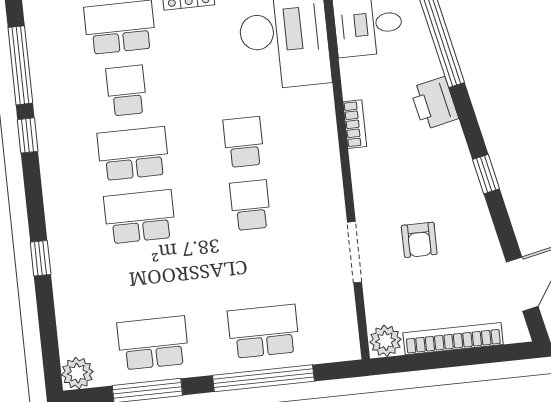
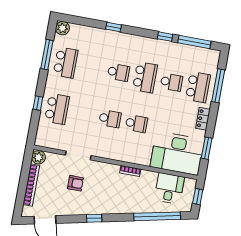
printer: (434, 103) -> (129, 206), removed
school desk: (140, 217) -> (118, 72), width x0.54
armchair: (419, 240) -> (75, 183), turned 180
window: (263, 378) -> (38, 103), width x0.32

